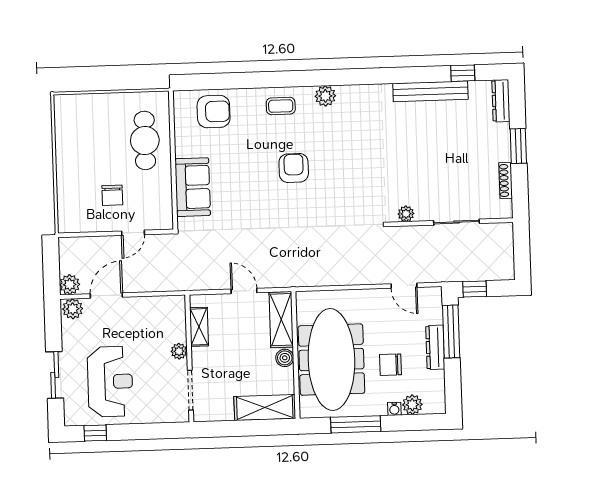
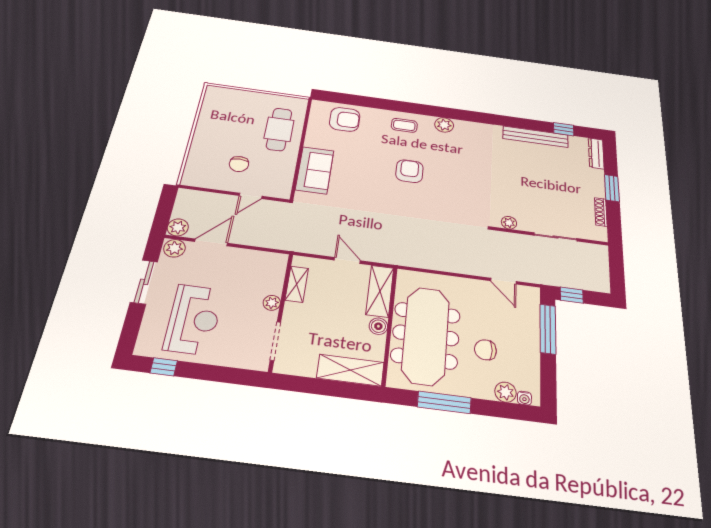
dresser: (435, 347) -> (532, 341), removed
sliding door: (55, 375) -> (144, 282), moved
water cooler: (394, 409) -> (524, 398), moved

